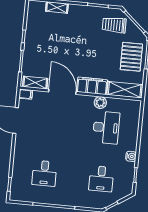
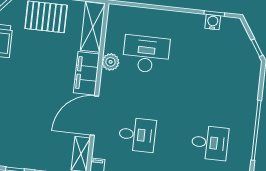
water cooler: (131, 156) -> (213, 22), moved
desk: (101, 179) -> (137, 135), moved

